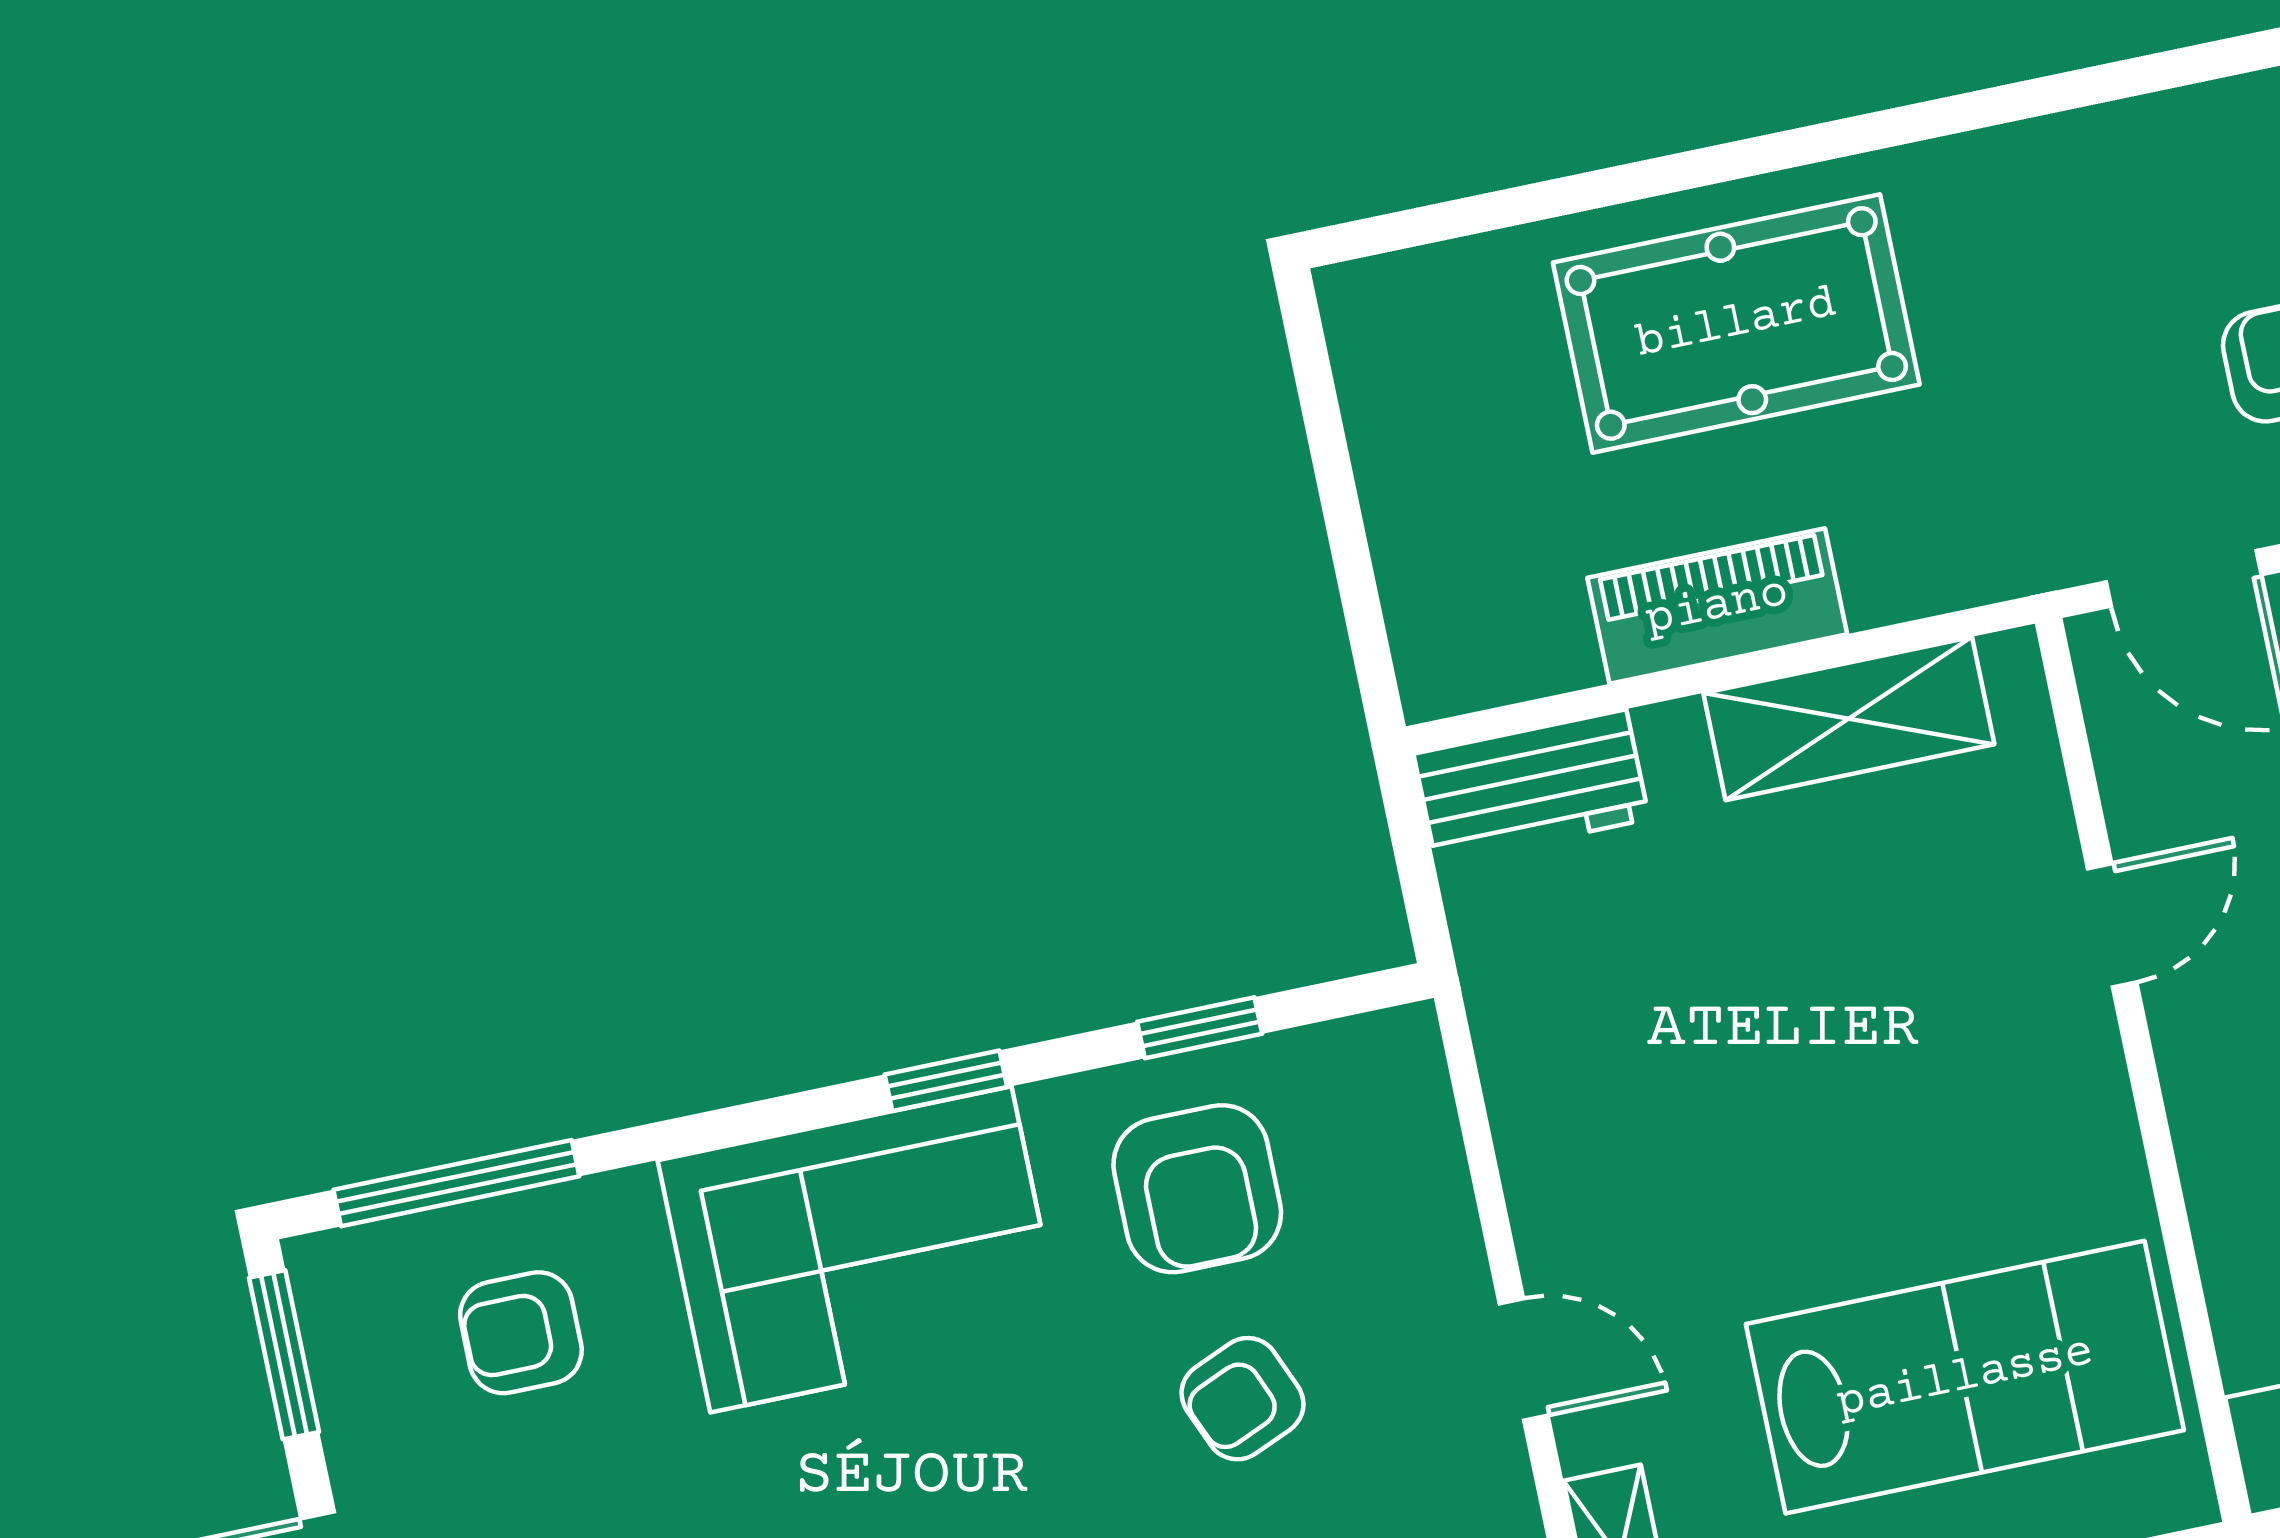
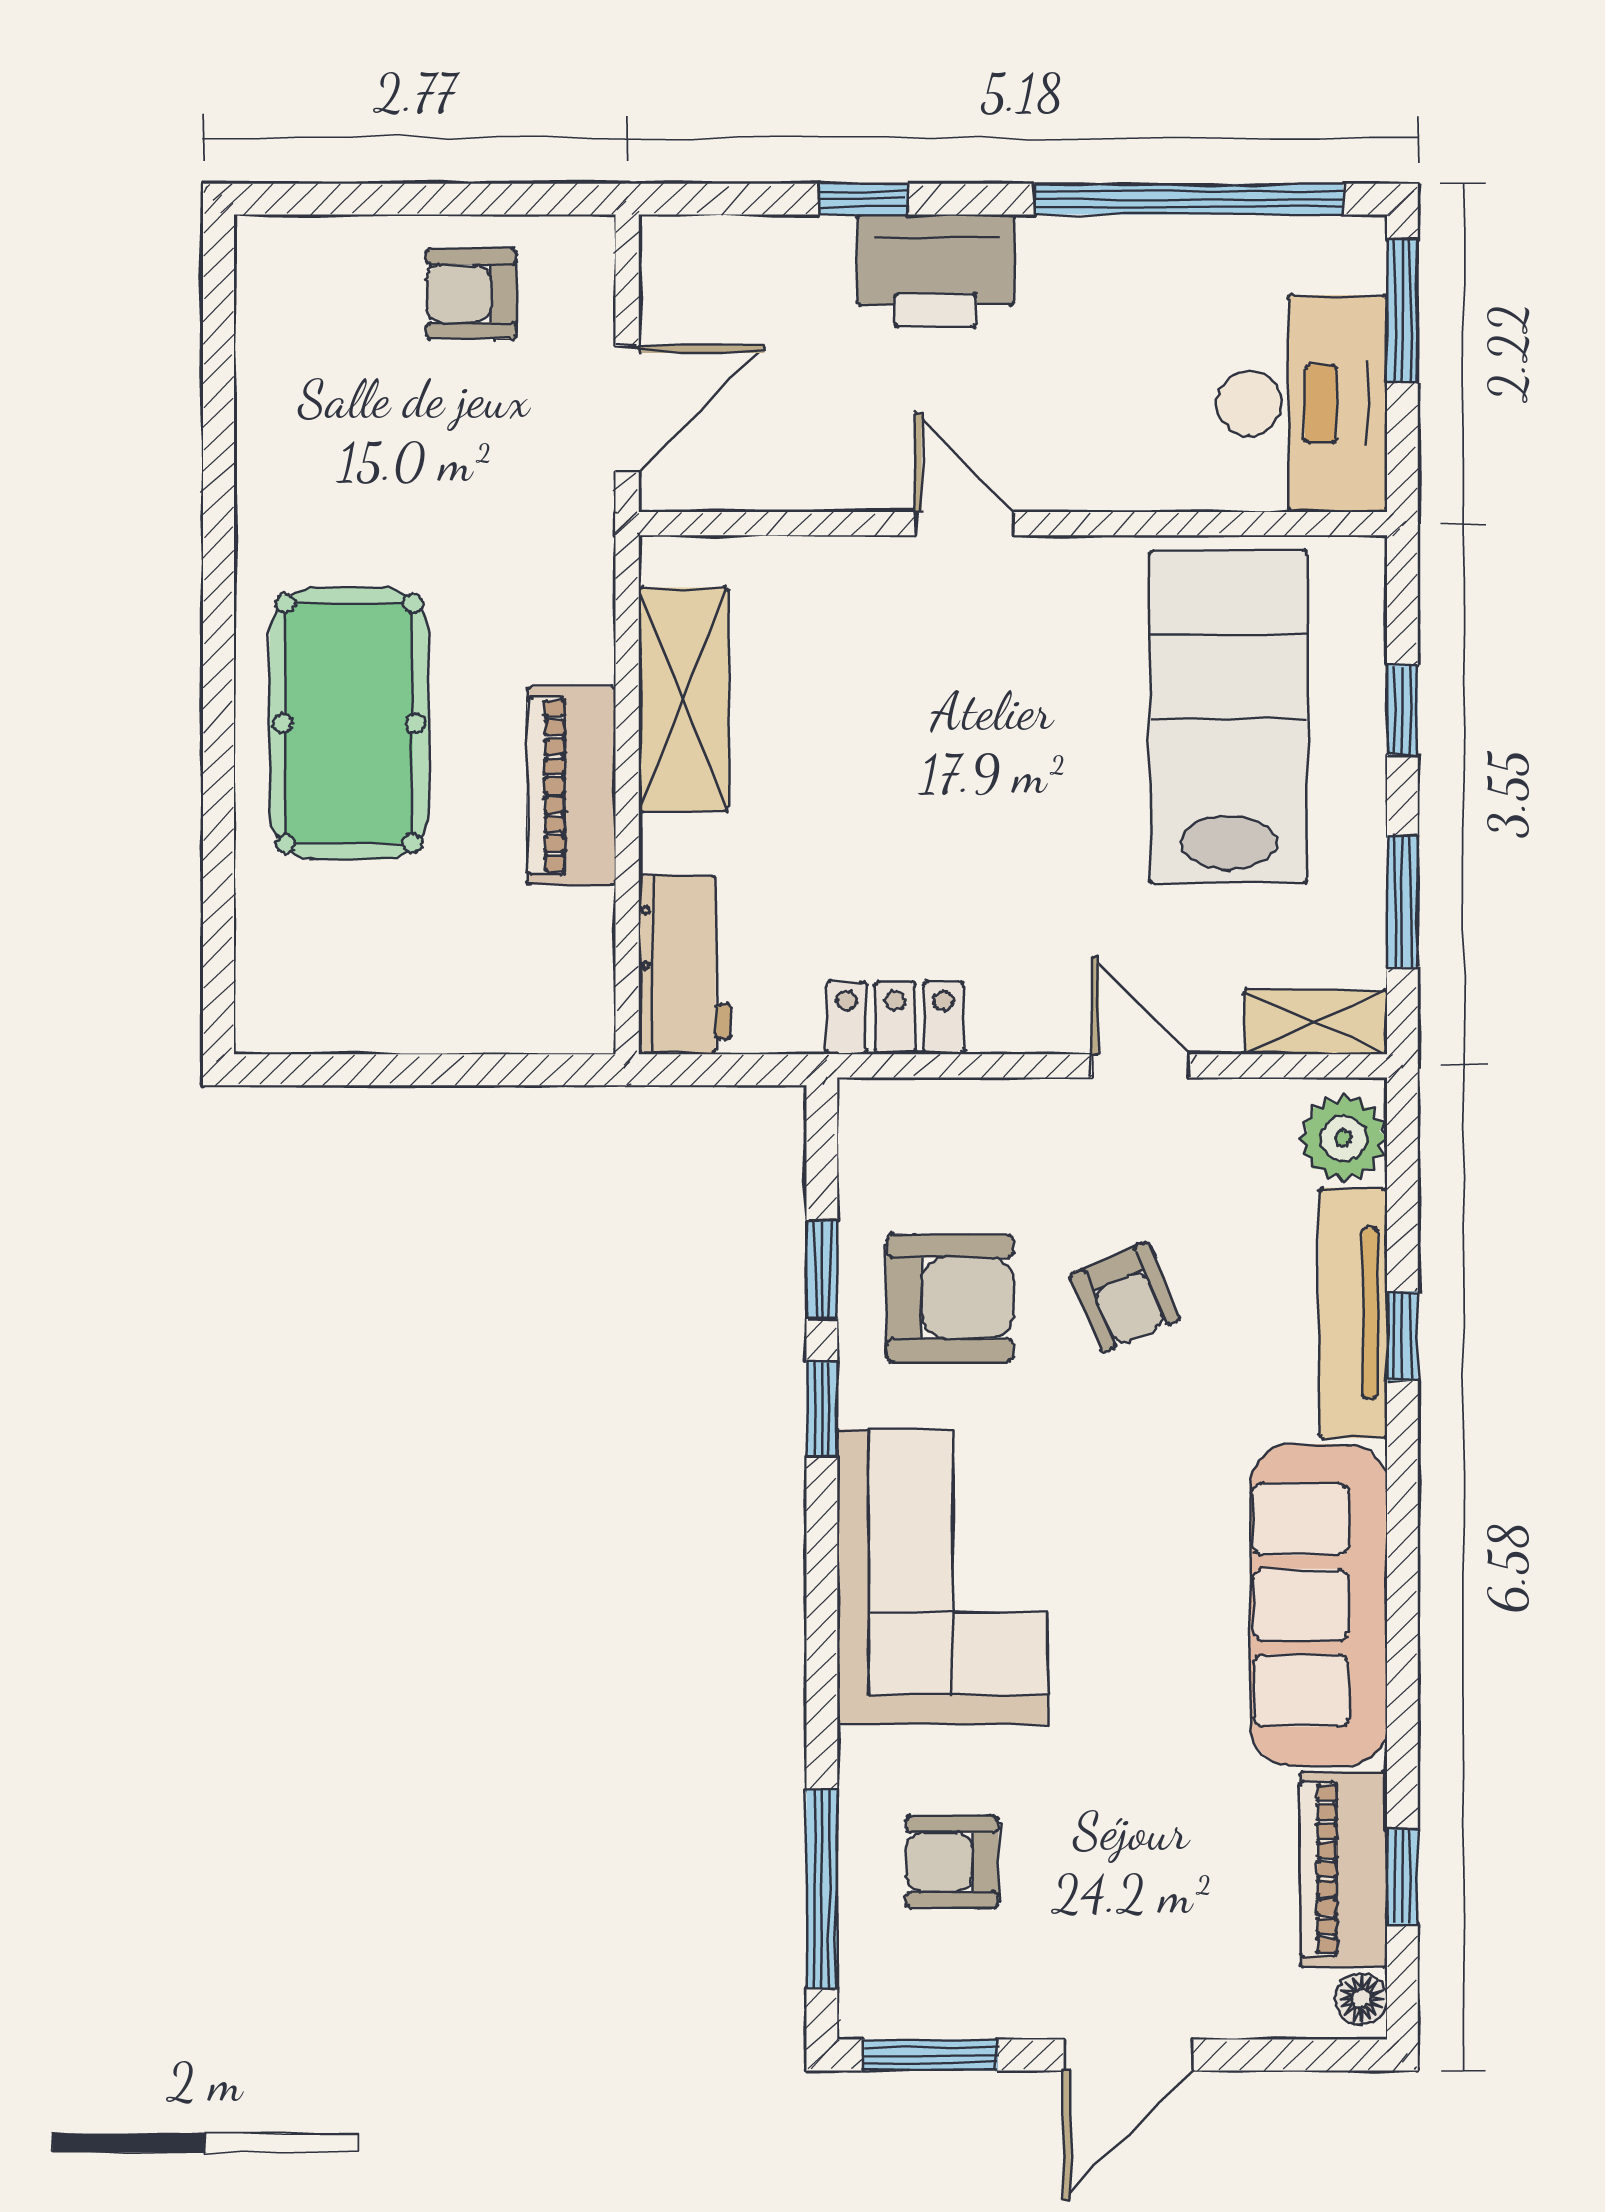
door: (2112, 925) -> (964, 524), moved
locker: (1520, 1052) -> (895, 1018), added
window: (946, 1081) -> (822, 1409), moved
armchair: (521, 1333) -> (952, 1862), turned 90
door: (1524, 1359) -> (1141, 1066), hinge flipped

